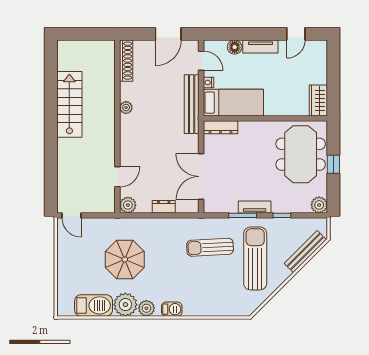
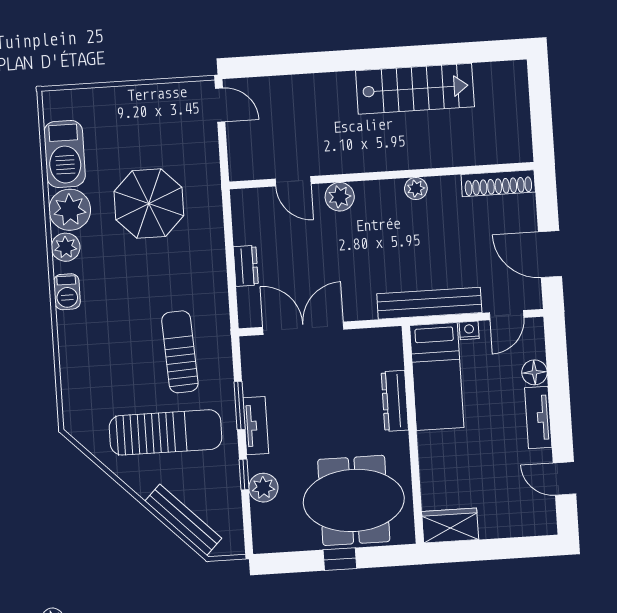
dresser: (220, 127) -> (395, 401), moved
plant: (128, 205) -> (340, 197), moved
plant: (319, 205) -> (263, 488), moved
door: (72, 215) -> (220, 105), swing flipped

